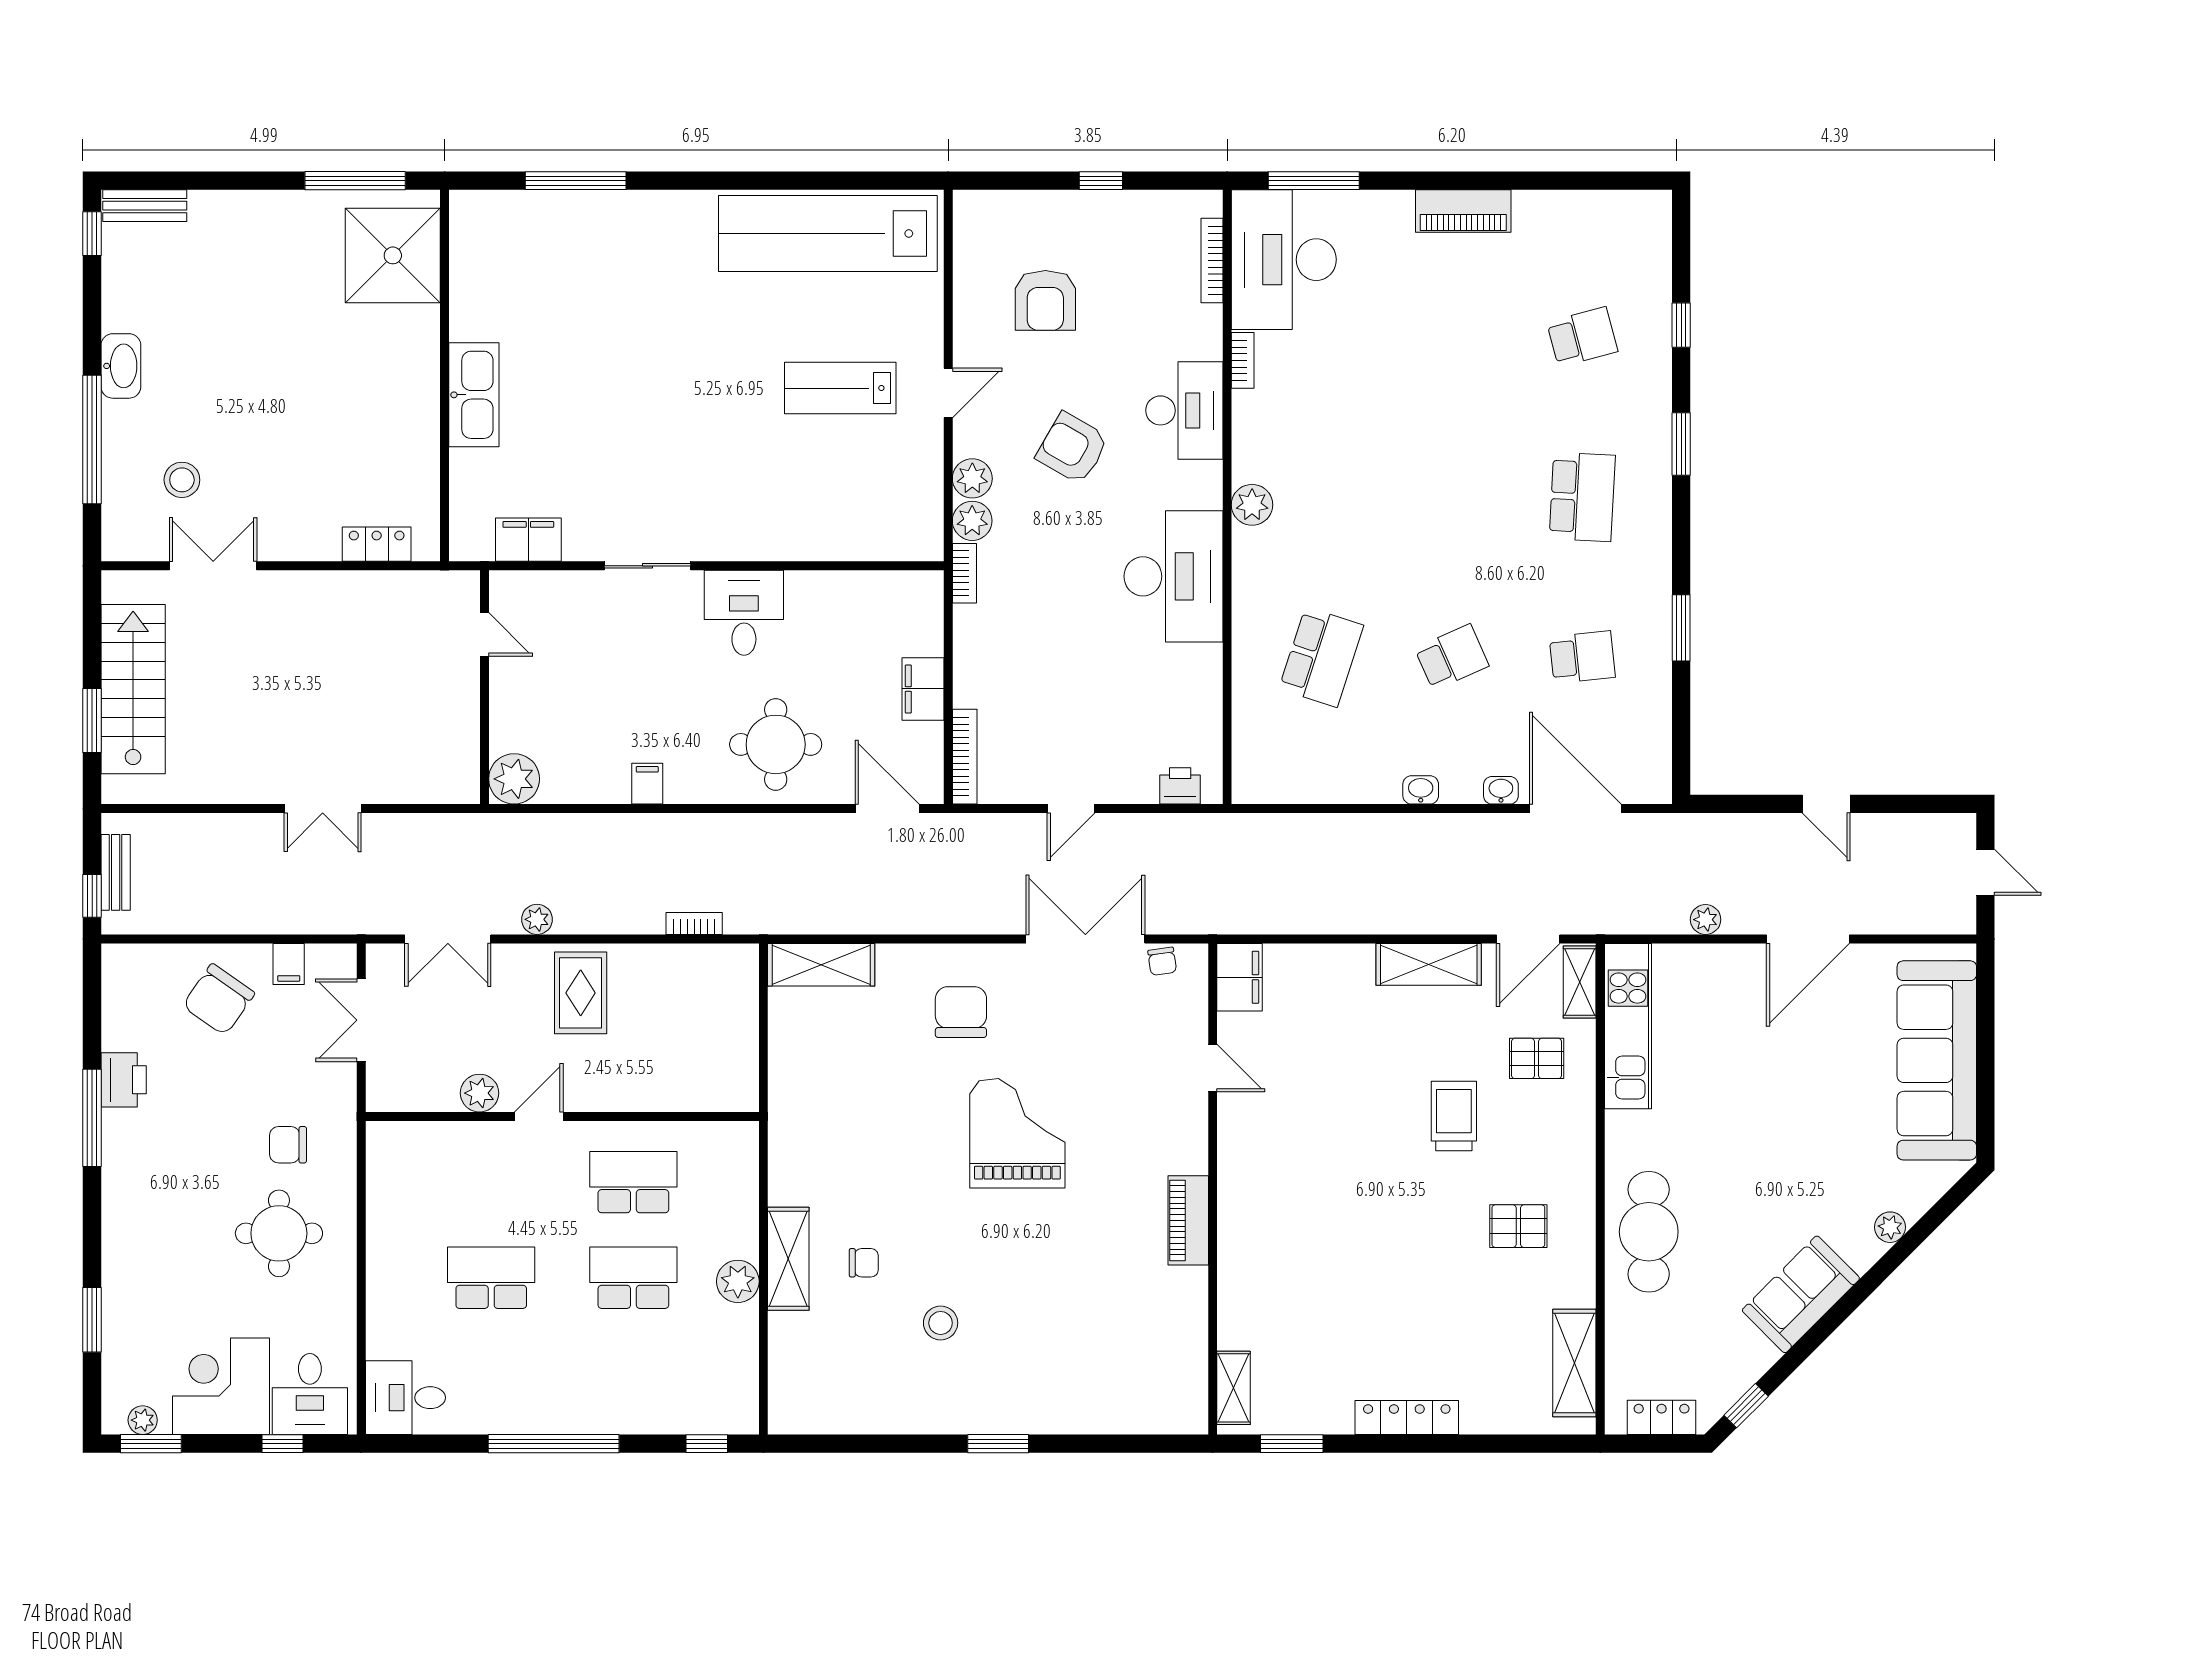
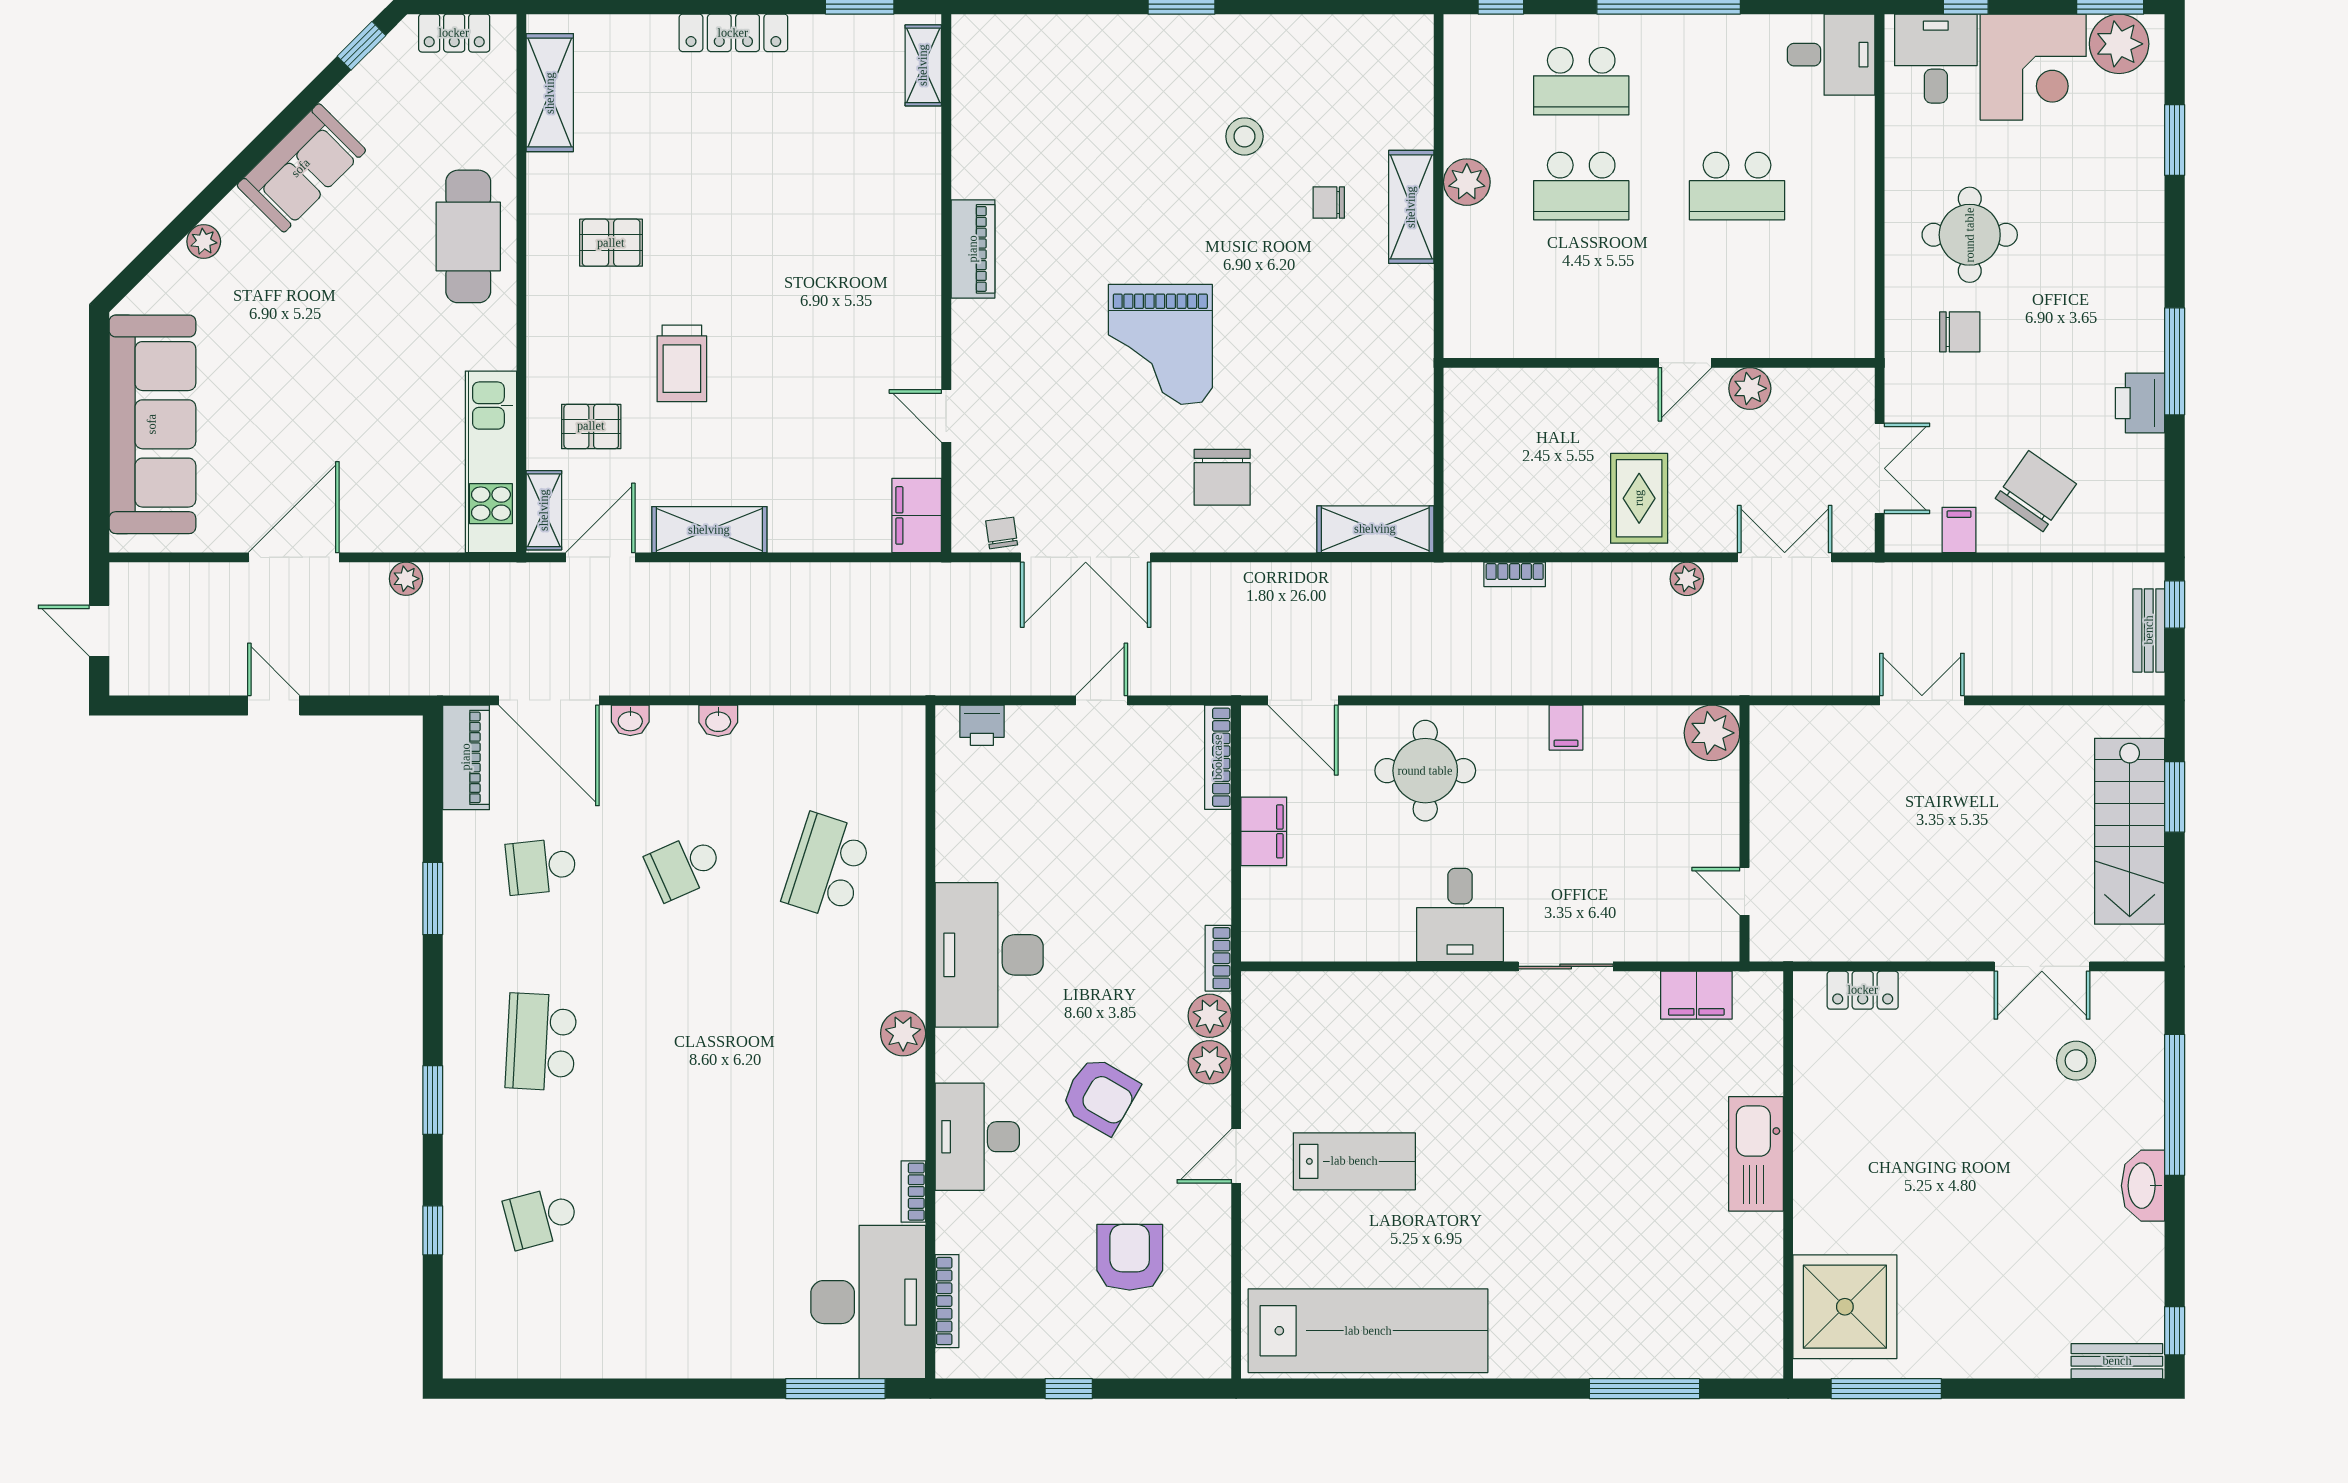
piano: (1463, 211) -> (466, 757), moved, turned 90
school desk: (633, 1182) -> (1581, 81), moved
plant: (143, 1420) -> (2119, 44), width x1.88, depth x1.88

